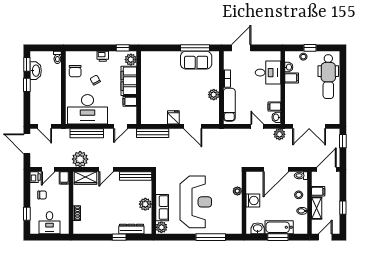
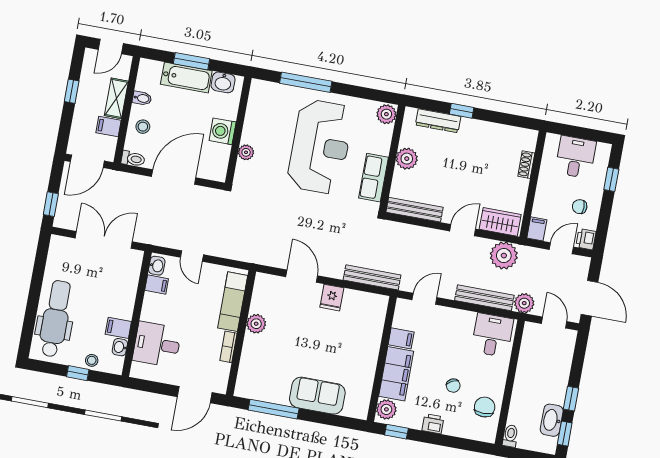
sofa: (196, 60) -> (317, 396), moved
desk: (87, 109) -> (492, 335), width x0.53, depth x0.77
plant: (279, 134) -> (524, 303), moved
reception desk: (196, 202) -> (320, 147), turned 180
row of seats: (162, 208) -> (374, 178), moved

